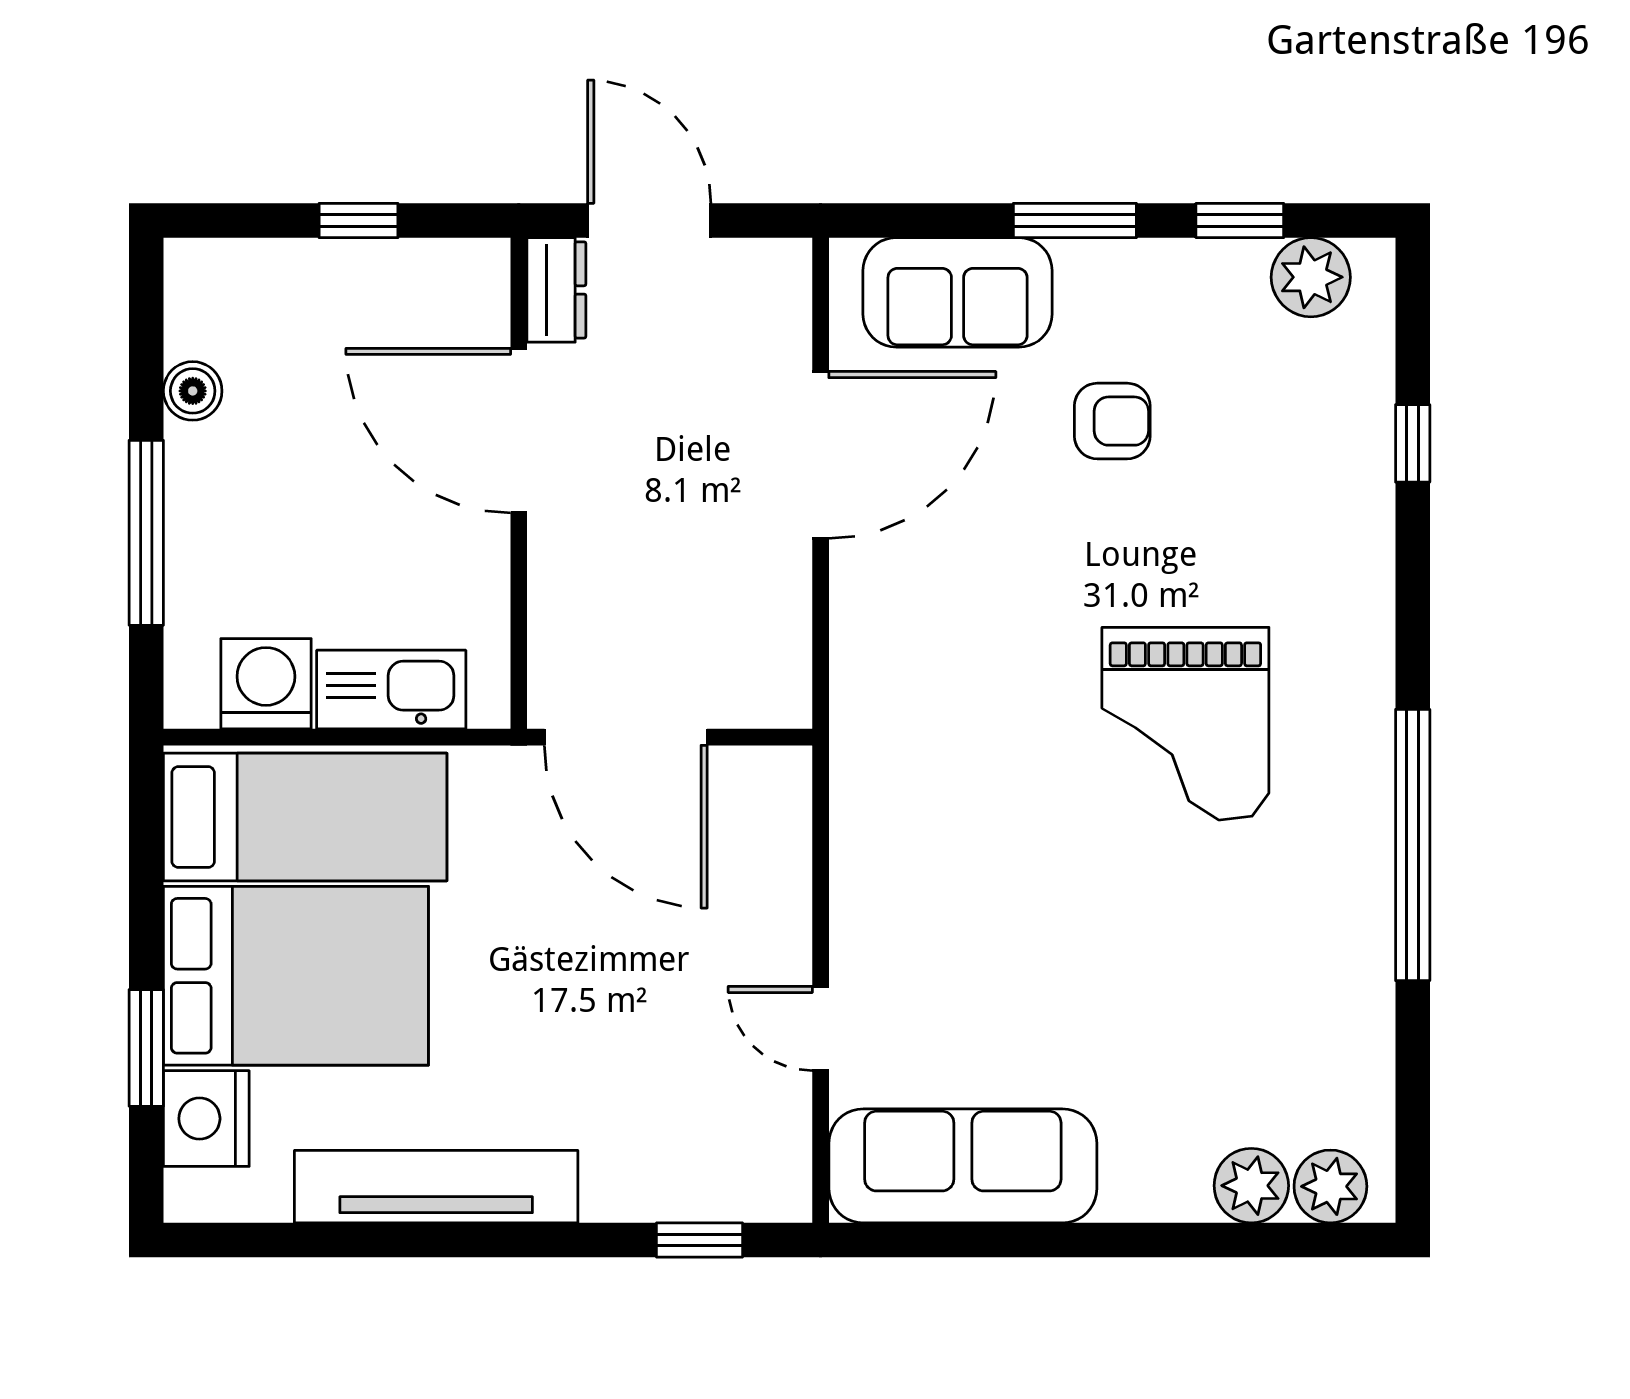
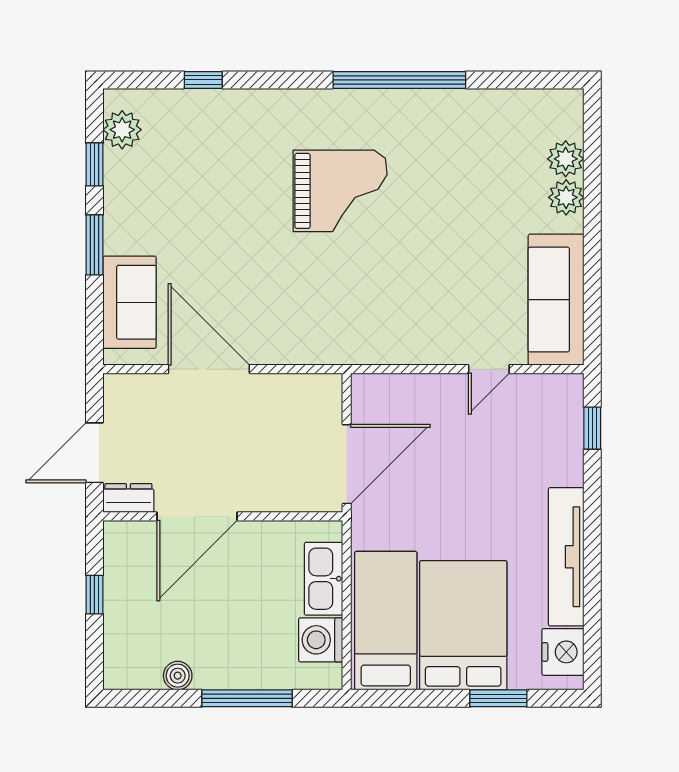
armchair: (1112, 421) -> (192, 227), removed
nightstand: (206, 1119) -> (563, 652), moved, turned -90
plant: (1330, 1186) -> (566, 197), moved

